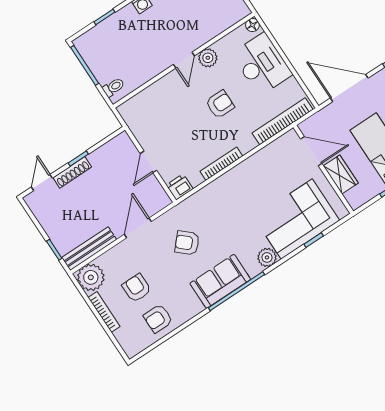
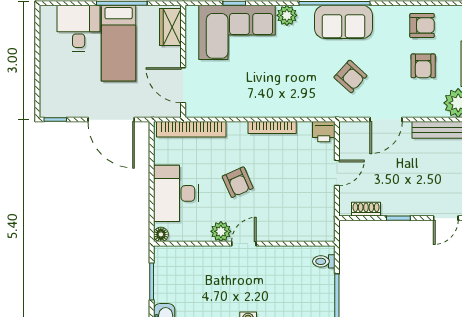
armchair: (220, 104) -> (238, 182), turned -114
shoe rack: (72, 172) -> (366, 209), moved, width x0.70
wardrobe: (341, 174) -> (170, 27), moved

